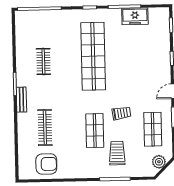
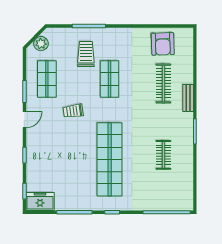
freezer: (135, 16) -> (40, 202), moved
bench: (21, 100) -> (188, 98), moved
trolley: (121, 113) -> (73, 111), moved
trolley: (117, 153) -> (86, 54), turned 180
armchair: (46, 164) -> (163, 44), turned -92

